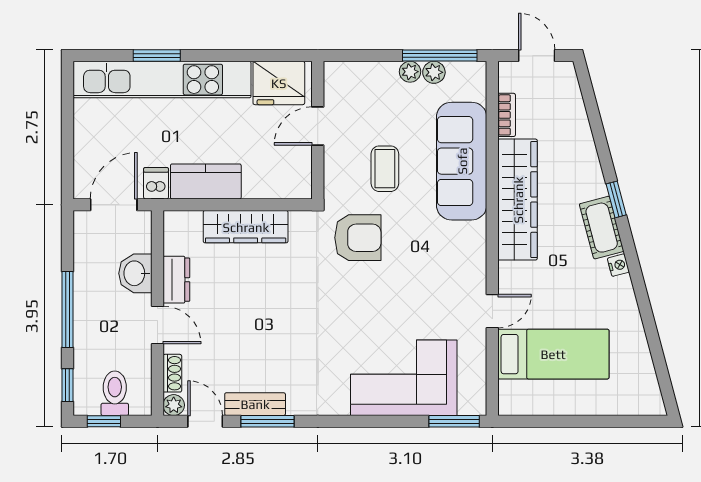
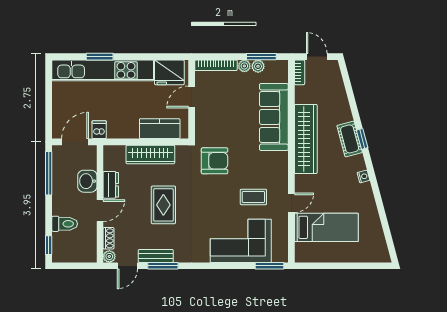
window: (440, 56) -> (261, 57), width x0.69
bookcase: (360, 71) -> (216, 65), added
bookcase: (507, 115) -> (300, 72), moved
coffee table: (385, 169) -> (253, 197), moved, turned 90
kitchen counter: (206, 181) -> (160, 129), moved
cot: (602, 228) -> (350, 139), moved
window: (67, 310) -> (49, 173), moved
rug: (268, 315) -> (163, 205), added
door: (157, 325) -> (100, 211), hinge flipped
toilet: (115, 393) -> (65, 224), moved, turned 90
window: (104, 421) -> (69, 266), removed
door: (205, 421) -> (127, 266), swing flipped

